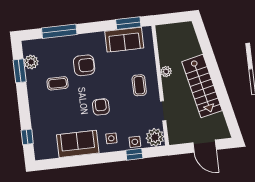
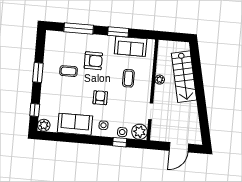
window: (128, 23) -> (118, 32), moved
plant: (31, 62) -> (44, 125), moved
window: (20, 71) -> (38, 73), moved
coffee table: (139, 85) -> (128, 78), moved
stairs: (202, 86) -> (184, 77), moved
door: (205, 146) -> (179, 147), hinge flipped

